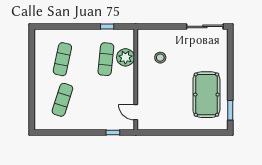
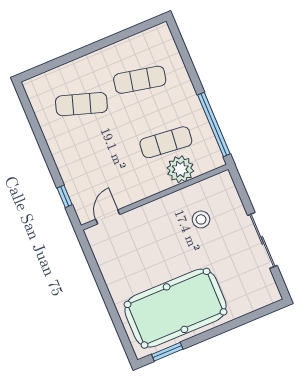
window: (107, 26) -> (214, 124), width x3.17
sliding door: (205, 26) -> (262, 240), moved
pool table: (206, 95) -> (176, 308), width x1.36, depth x1.32

